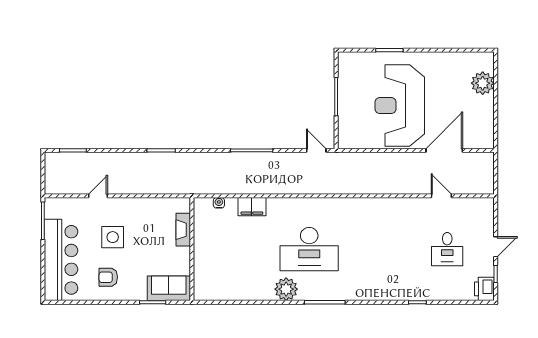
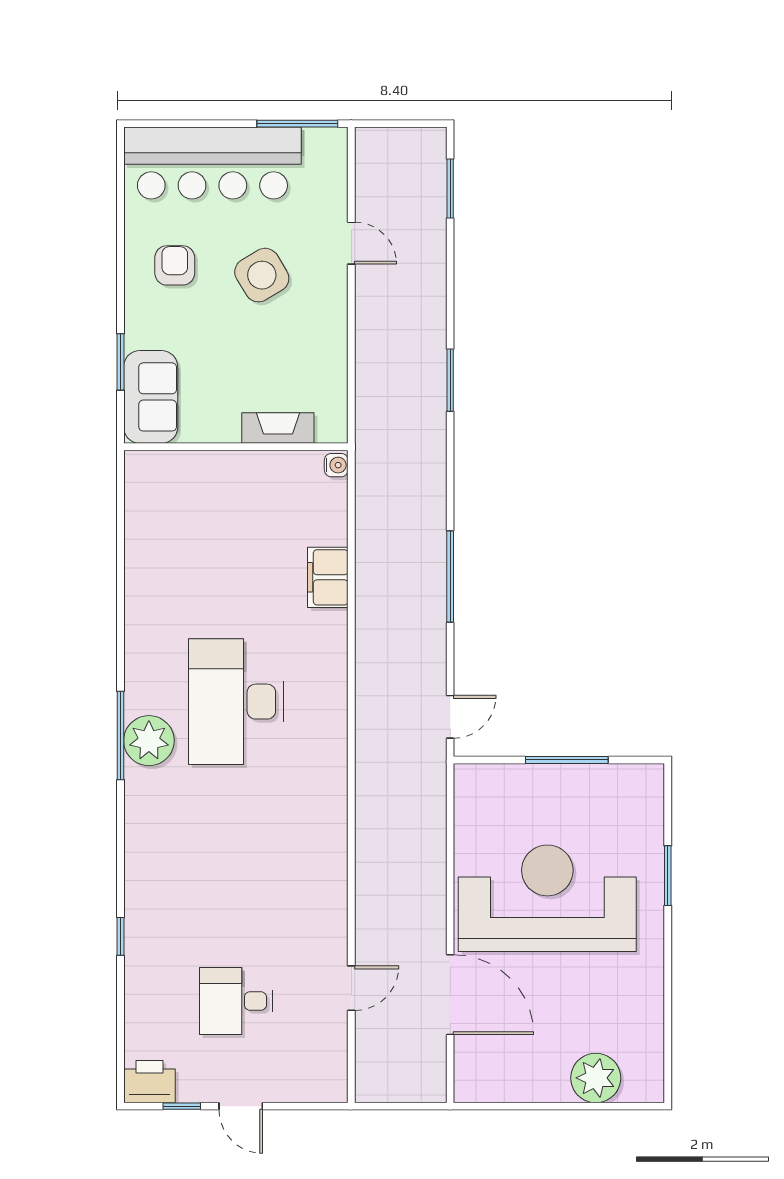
water cooler: (219, 203) -> (336, 465), moved
side table: (113, 237) -> (262, 275), turned -31
plant: (286, 289) -> (149, 741), moved

